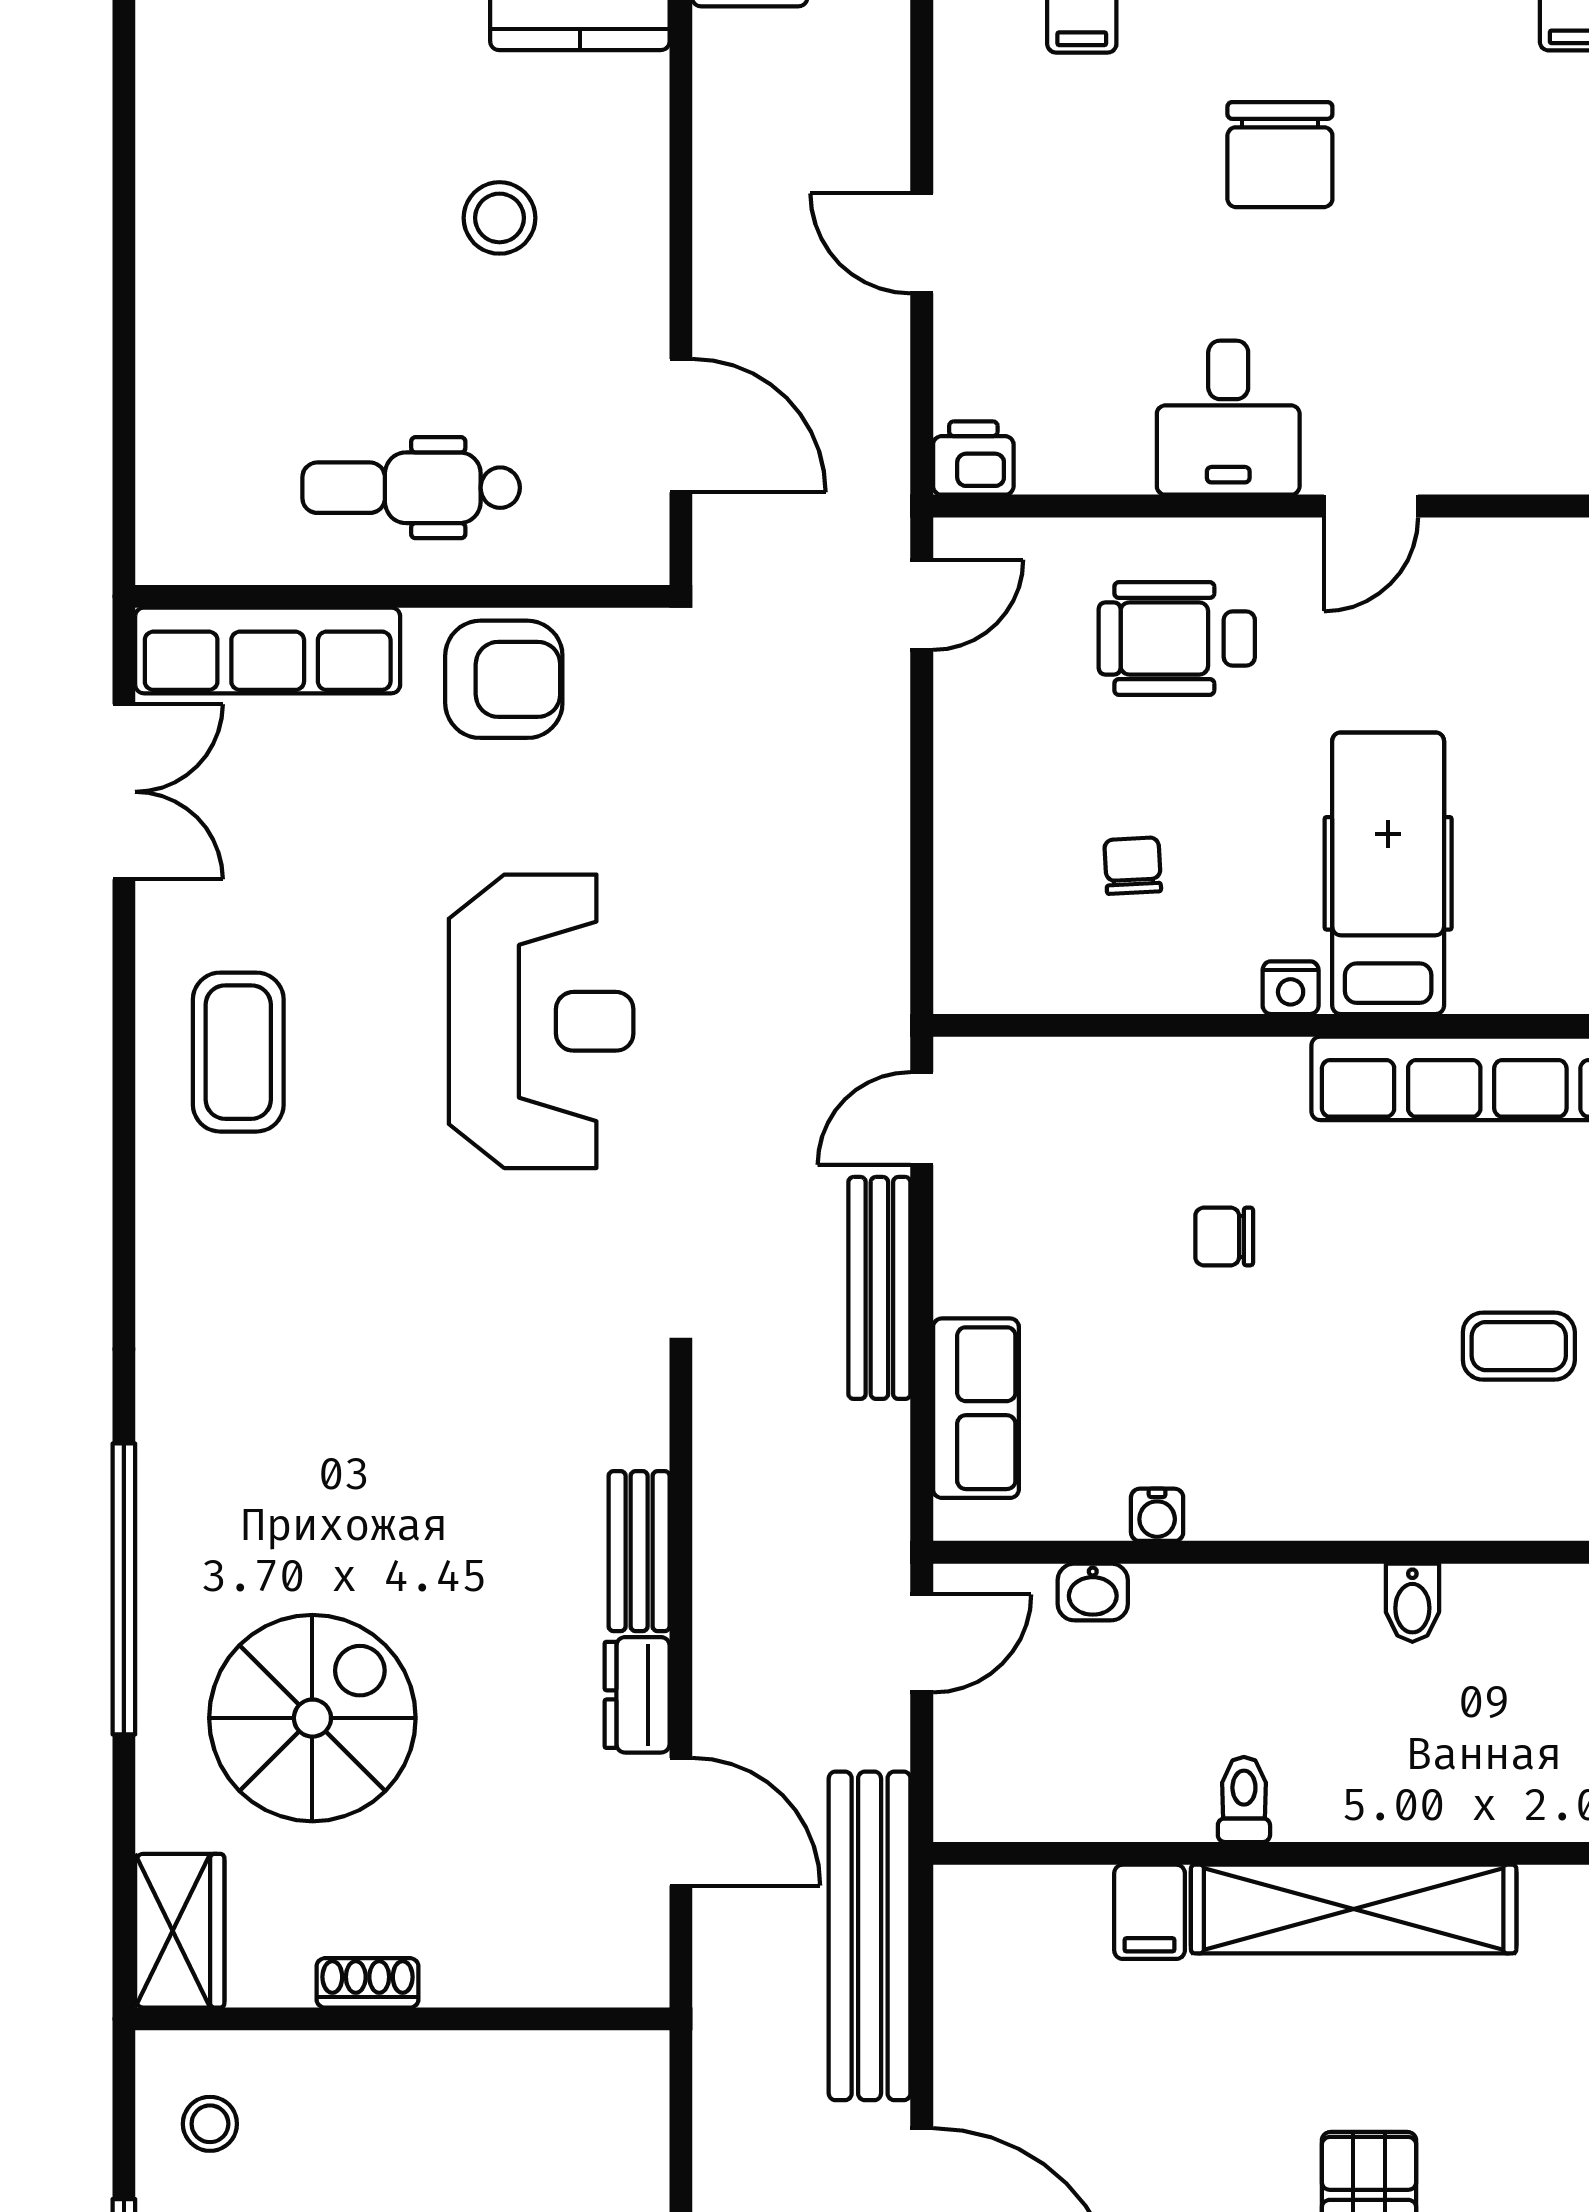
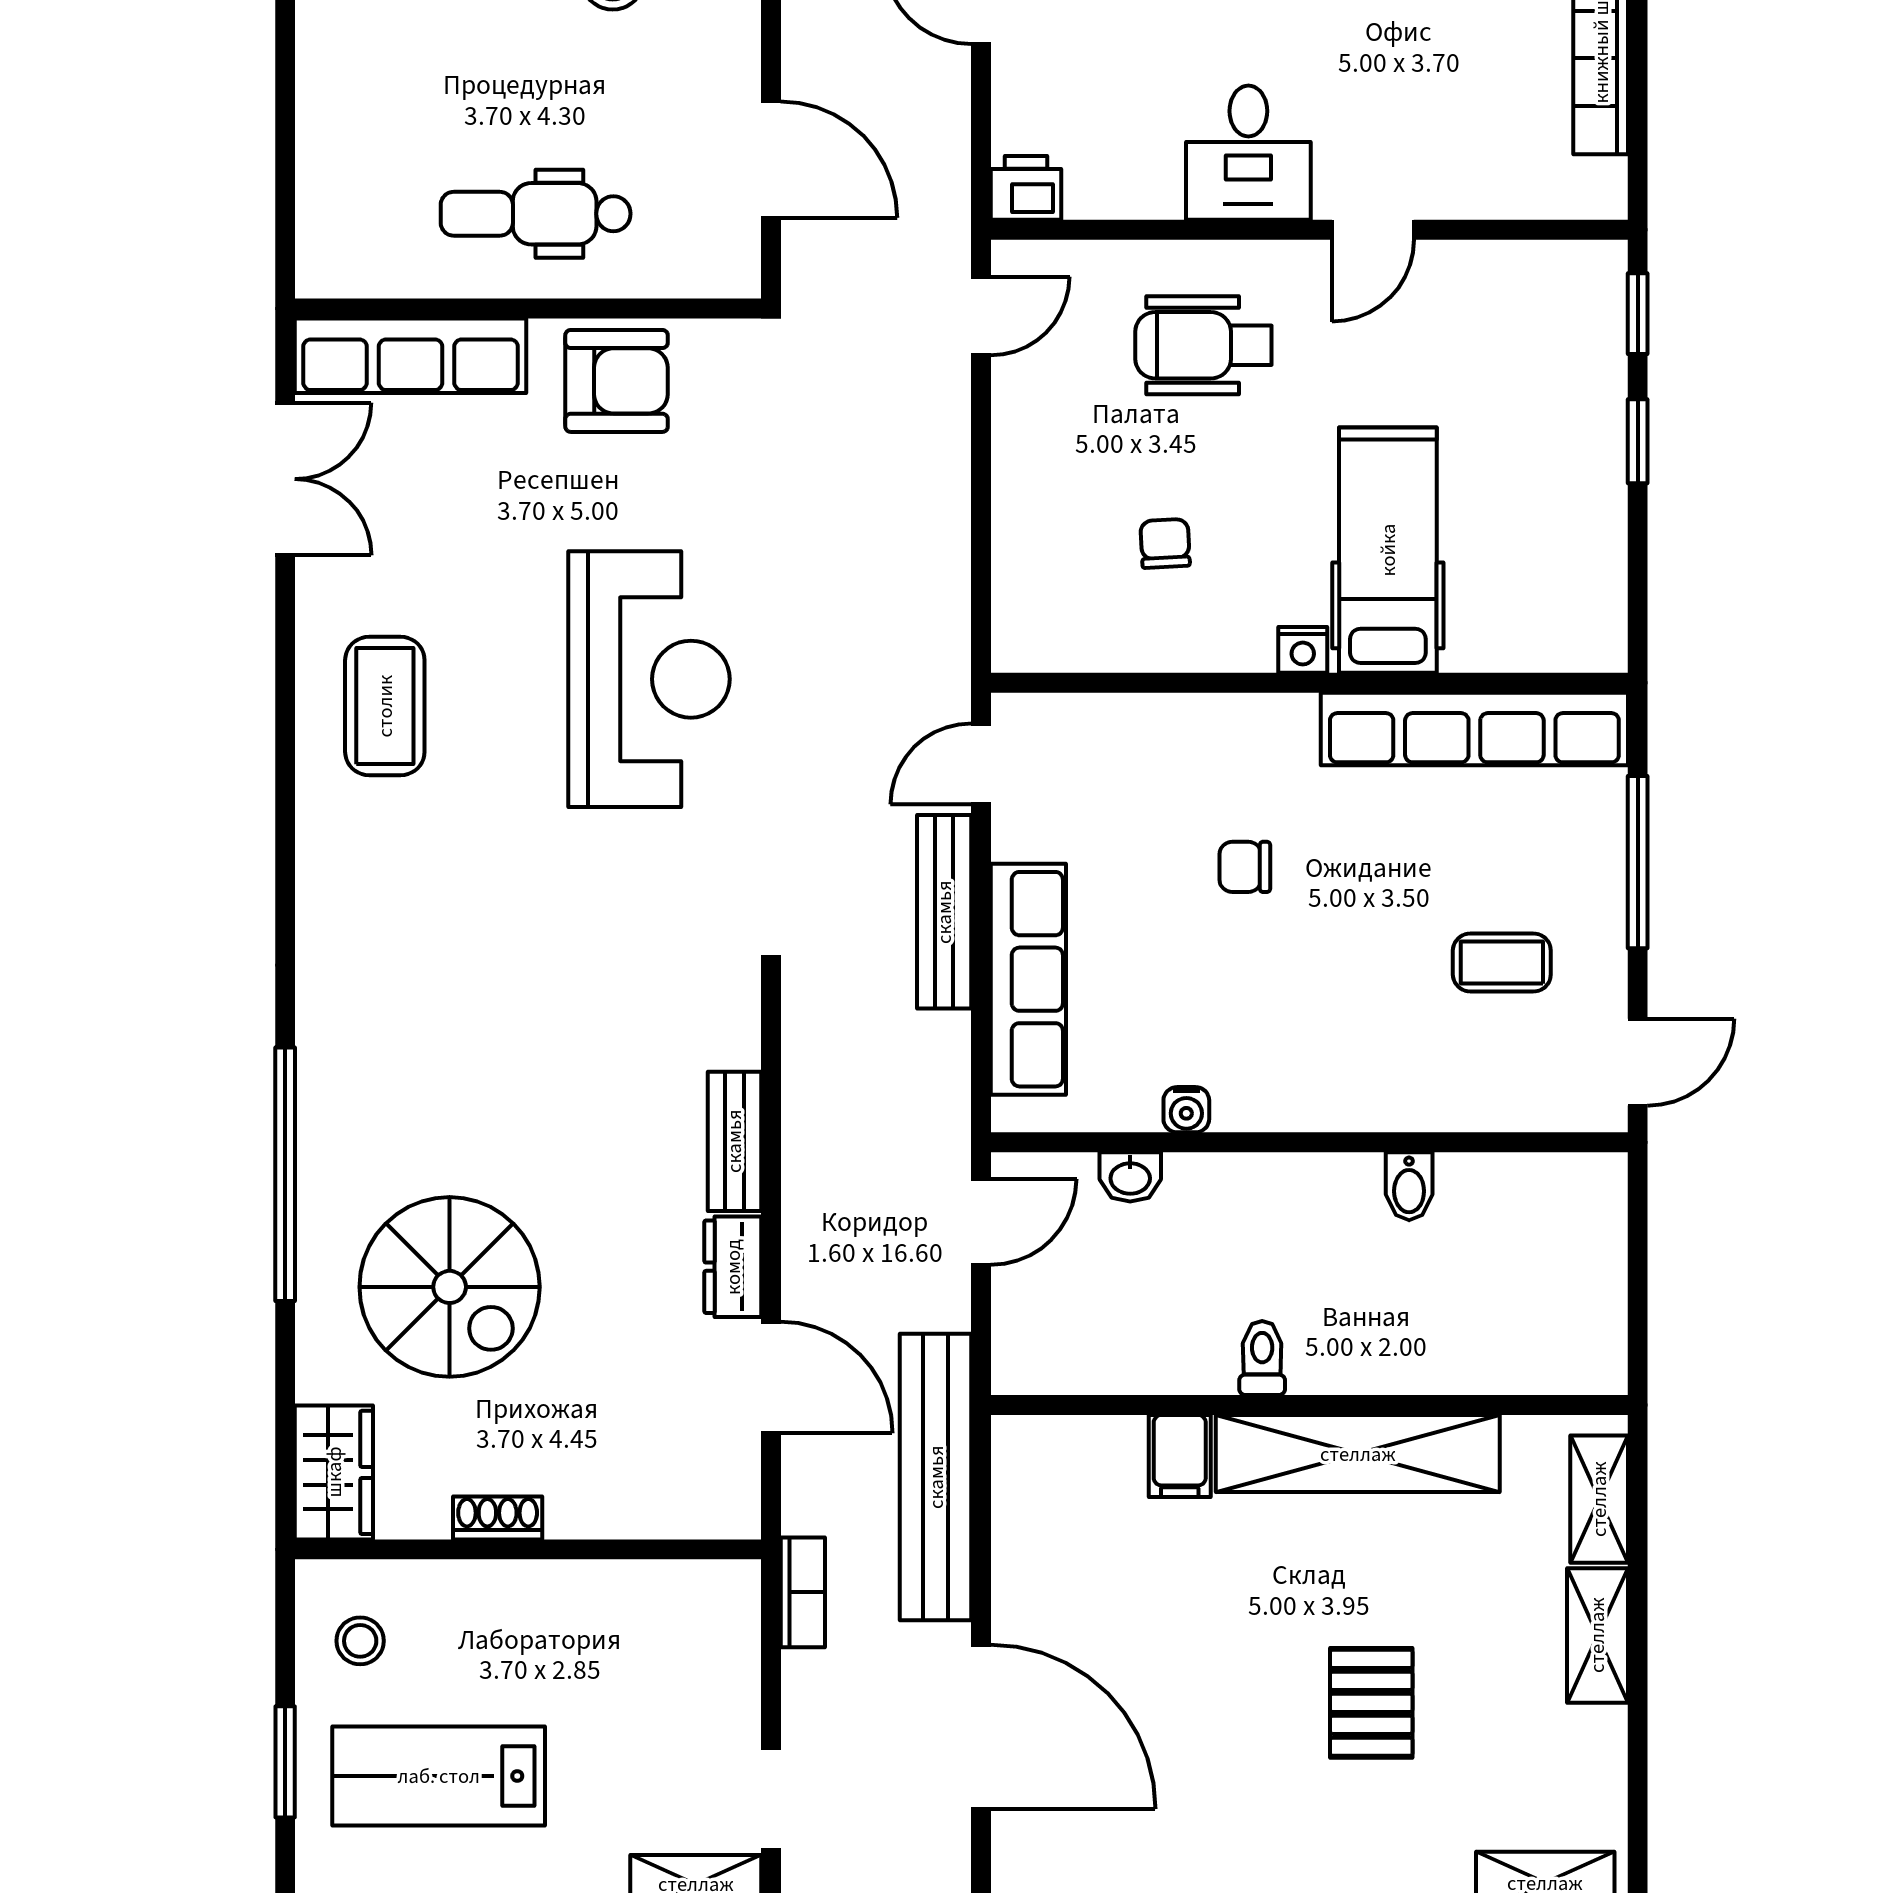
row of seats: (976, 1408) -> (1028, 979), width x1.48
spiral stairs: (312, 1718) -> (450, 1287), turned 90
bookcase: (717, 2068) -> (803, 1592), added

